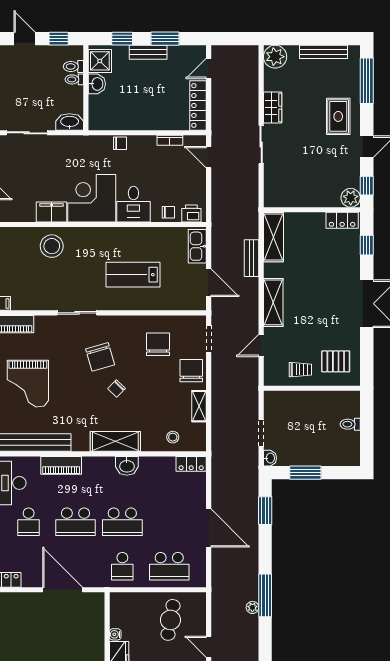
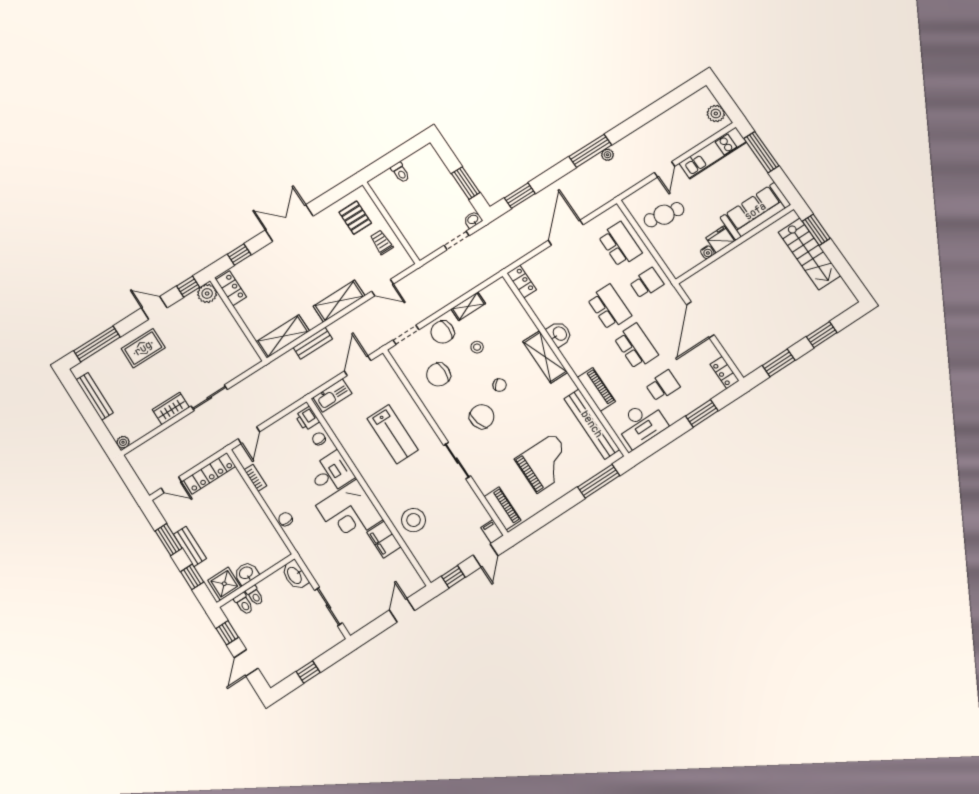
plant: (275, 57) -> (123, 442), width x0.53, depth x0.53
stool: (173, 437) -> (477, 347), moved

